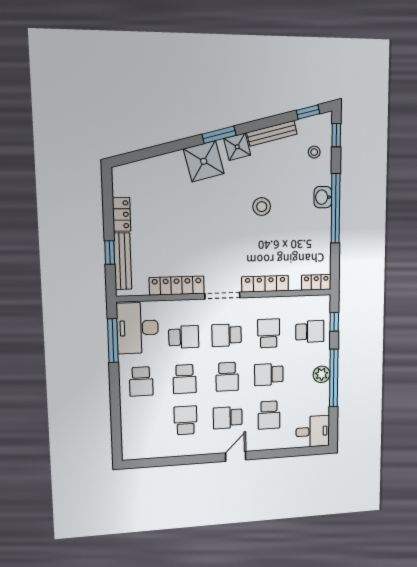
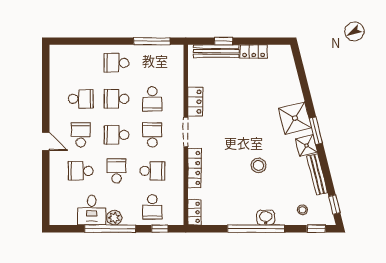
locker: (177, 286) -> (195, 102), width x0.66
desk: (138, 328) -> (161, 61), removed
desk: (313, 431) -> (92, 210), moved

